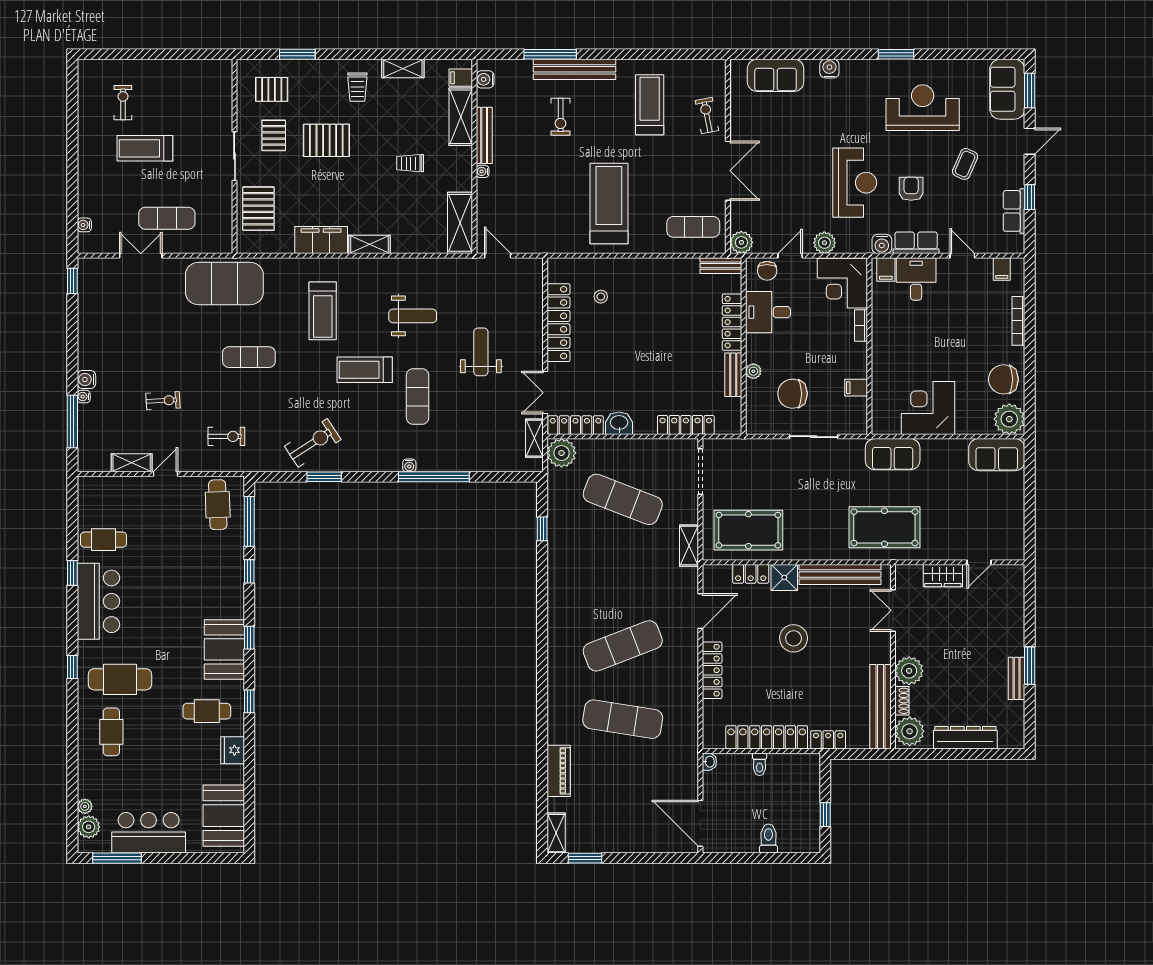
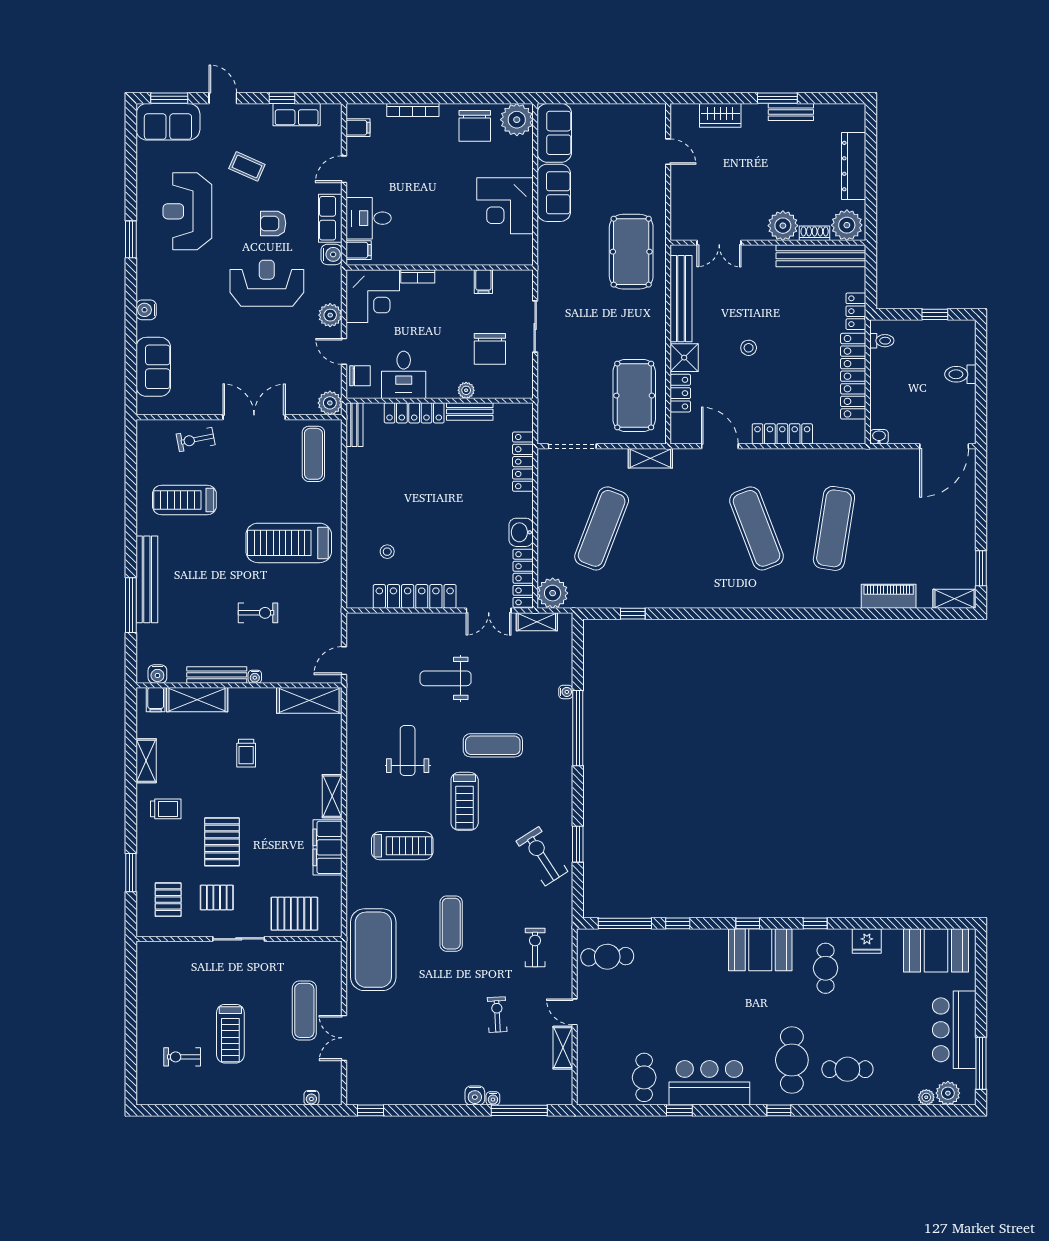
exercise bike: (561, 117) -> (258, 613), moved
sofa: (893, 454) -> (554, 193), moved
water cooler: (409, 465) -> (566, 692), moved
wardrobe: (943, 576) -> (720, 115), moved, turned 90
stool: (794, 638) -> (749, 348), width x0.53, depth x0.53
toilet: (760, 764) -> (882, 341), moved

